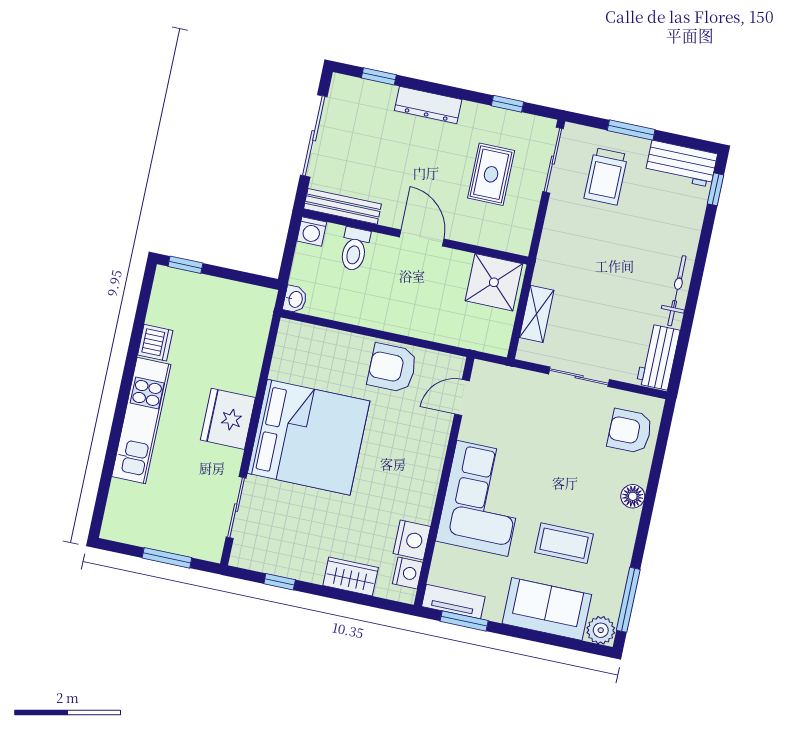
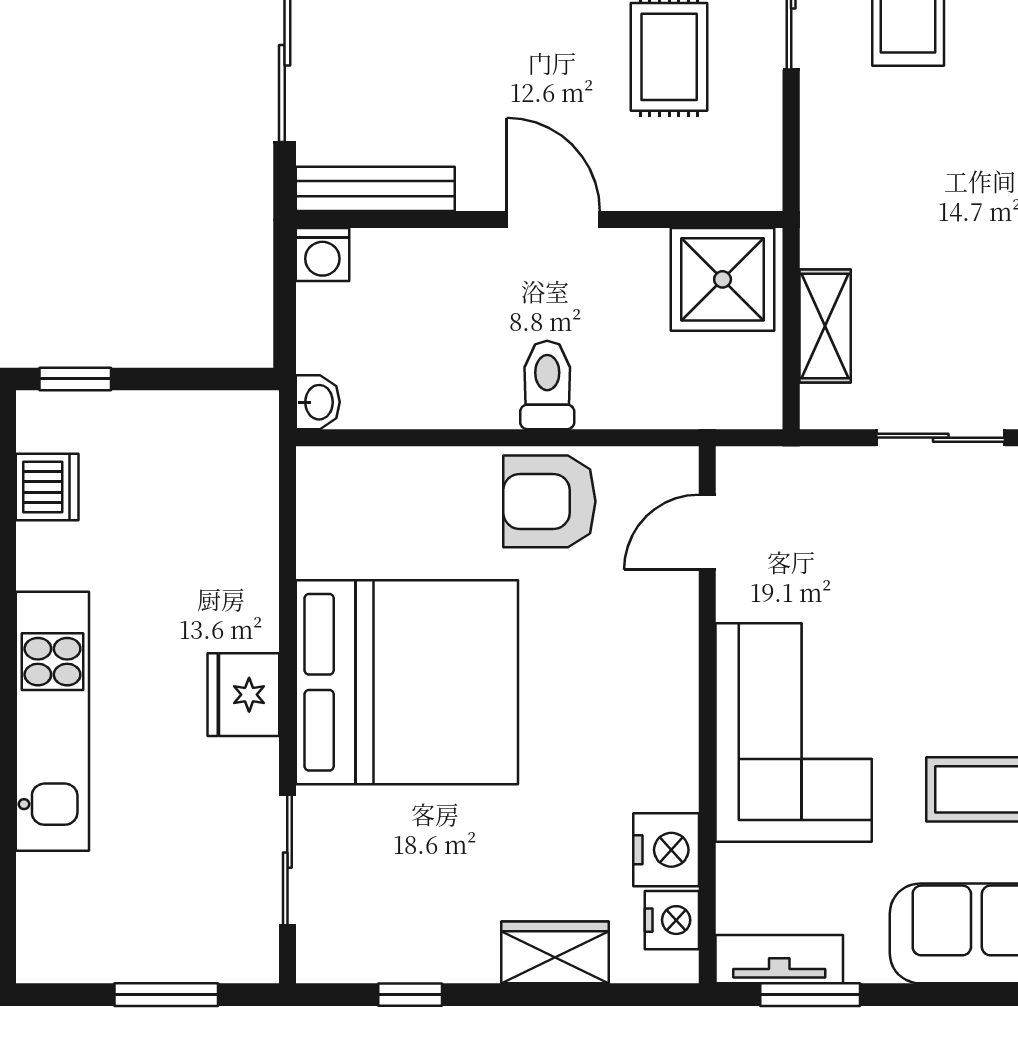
toilet: (354, 249) -> (547, 385), moved, turned 180
dishwasher: (155, 343) -> (47, 487), moved
fridge: (228, 419) -> (243, 695), width x0.73, depth x0.75

